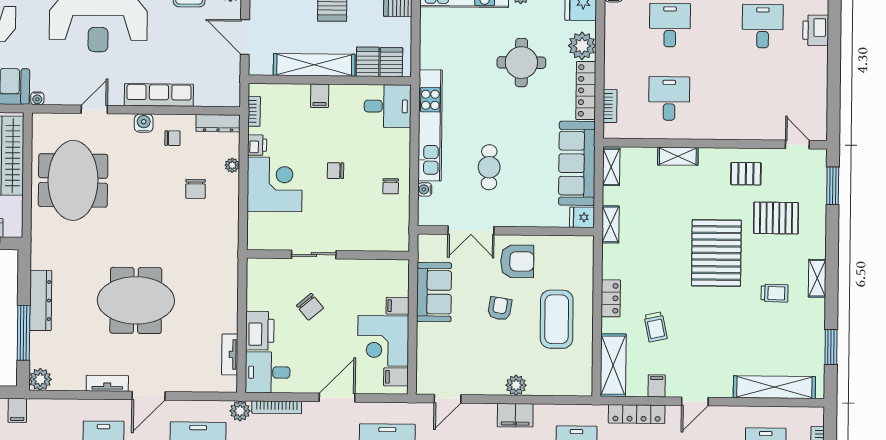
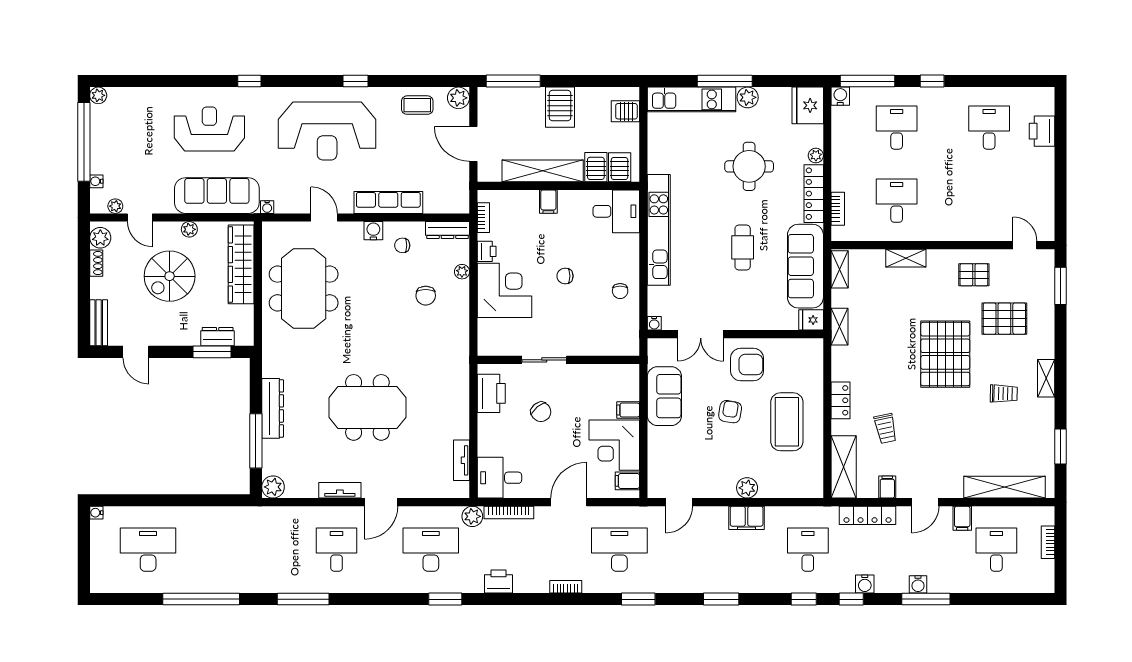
plant: (582, 46) -> (816, 156), width x0.53, depth x0.53
door: (94, 109) -> (324, 217), hinge flipped
chair: (172, 138) -> (402, 245), turned 180
cafe table: (489, 167) -> (743, 247), moved
water cooler: (425, 189) -> (654, 323), moved, turned -90
printer: (260, 331) -> (491, 393), moved
filing cabinet: (17, 410) -> (962, 518), moved

